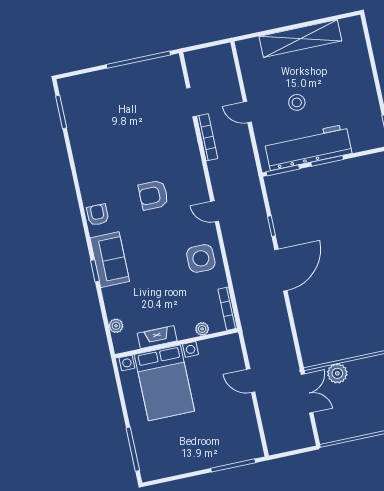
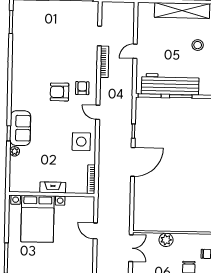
stool: (297, 102) -> (198, 45), moved
door: (247, 112) -> (135, 51), hinge flipped
armchair: (98, 215) -> (82, 88), moved
plant: (116, 326) -> (15, 151), moved
plant: (202, 329) -> (71, 189), removed
fireplace: (157, 337) -> (53, 187), moved
plant: (337, 373) -> (166, 240), moved

